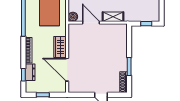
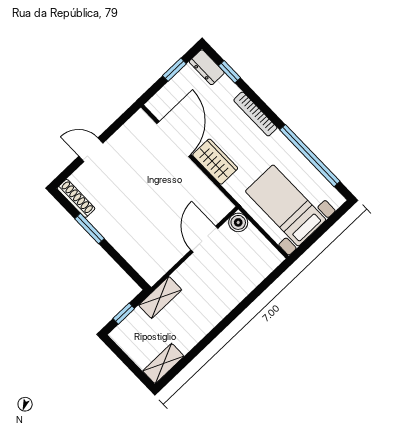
shelving: (113, 17) -> (160, 297), moved
door: (91, 23) -> (204, 239), swing flipped
door: (67, 70) -> (174, 139), hinge flipped
dresser: (30, 72) -> (207, 67), moved

